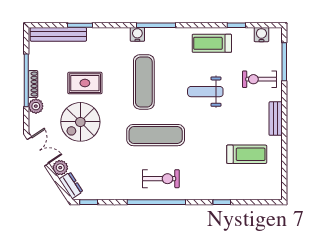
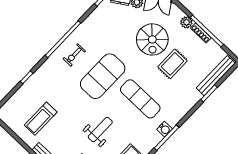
water cooler: (137, 34) -> (165, 129), moved
spiral stairs: (80, 122) -> (152, 39), turned 180
exercise mat: (156, 135) -> (103, 76), width x1.47
exercise bike: (161, 179) -> (74, 55), width x0.73, depth x0.72

